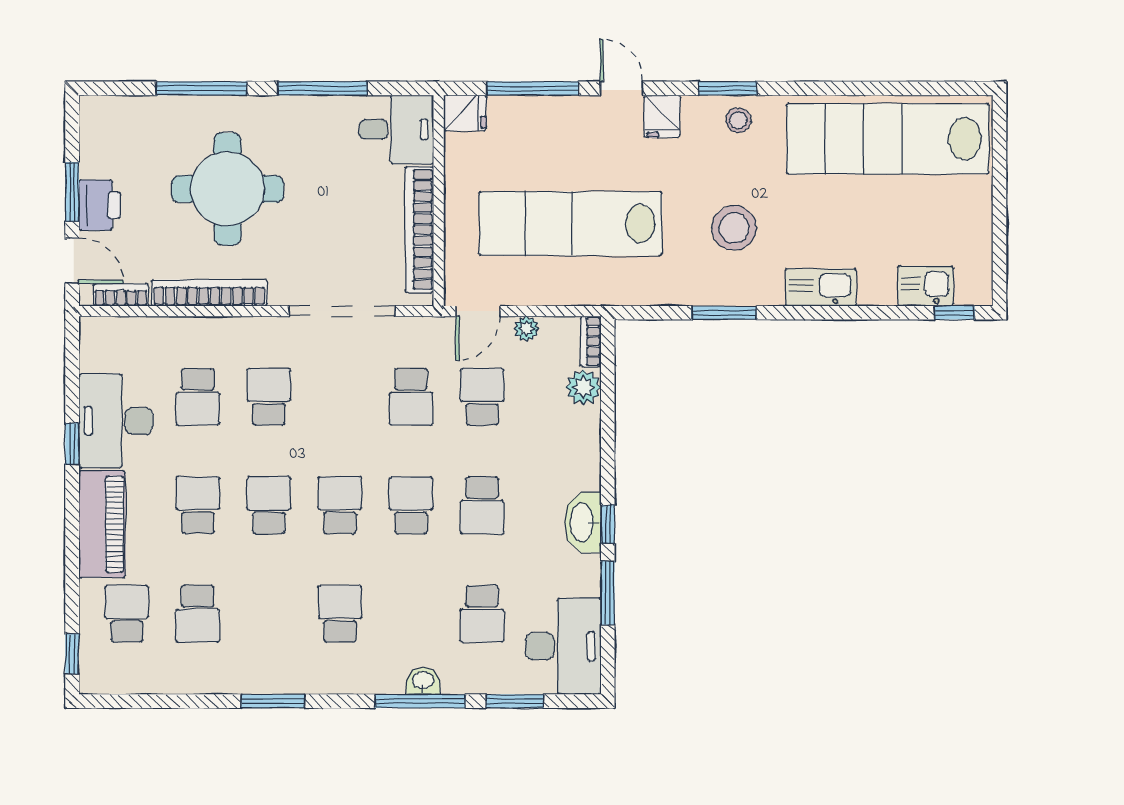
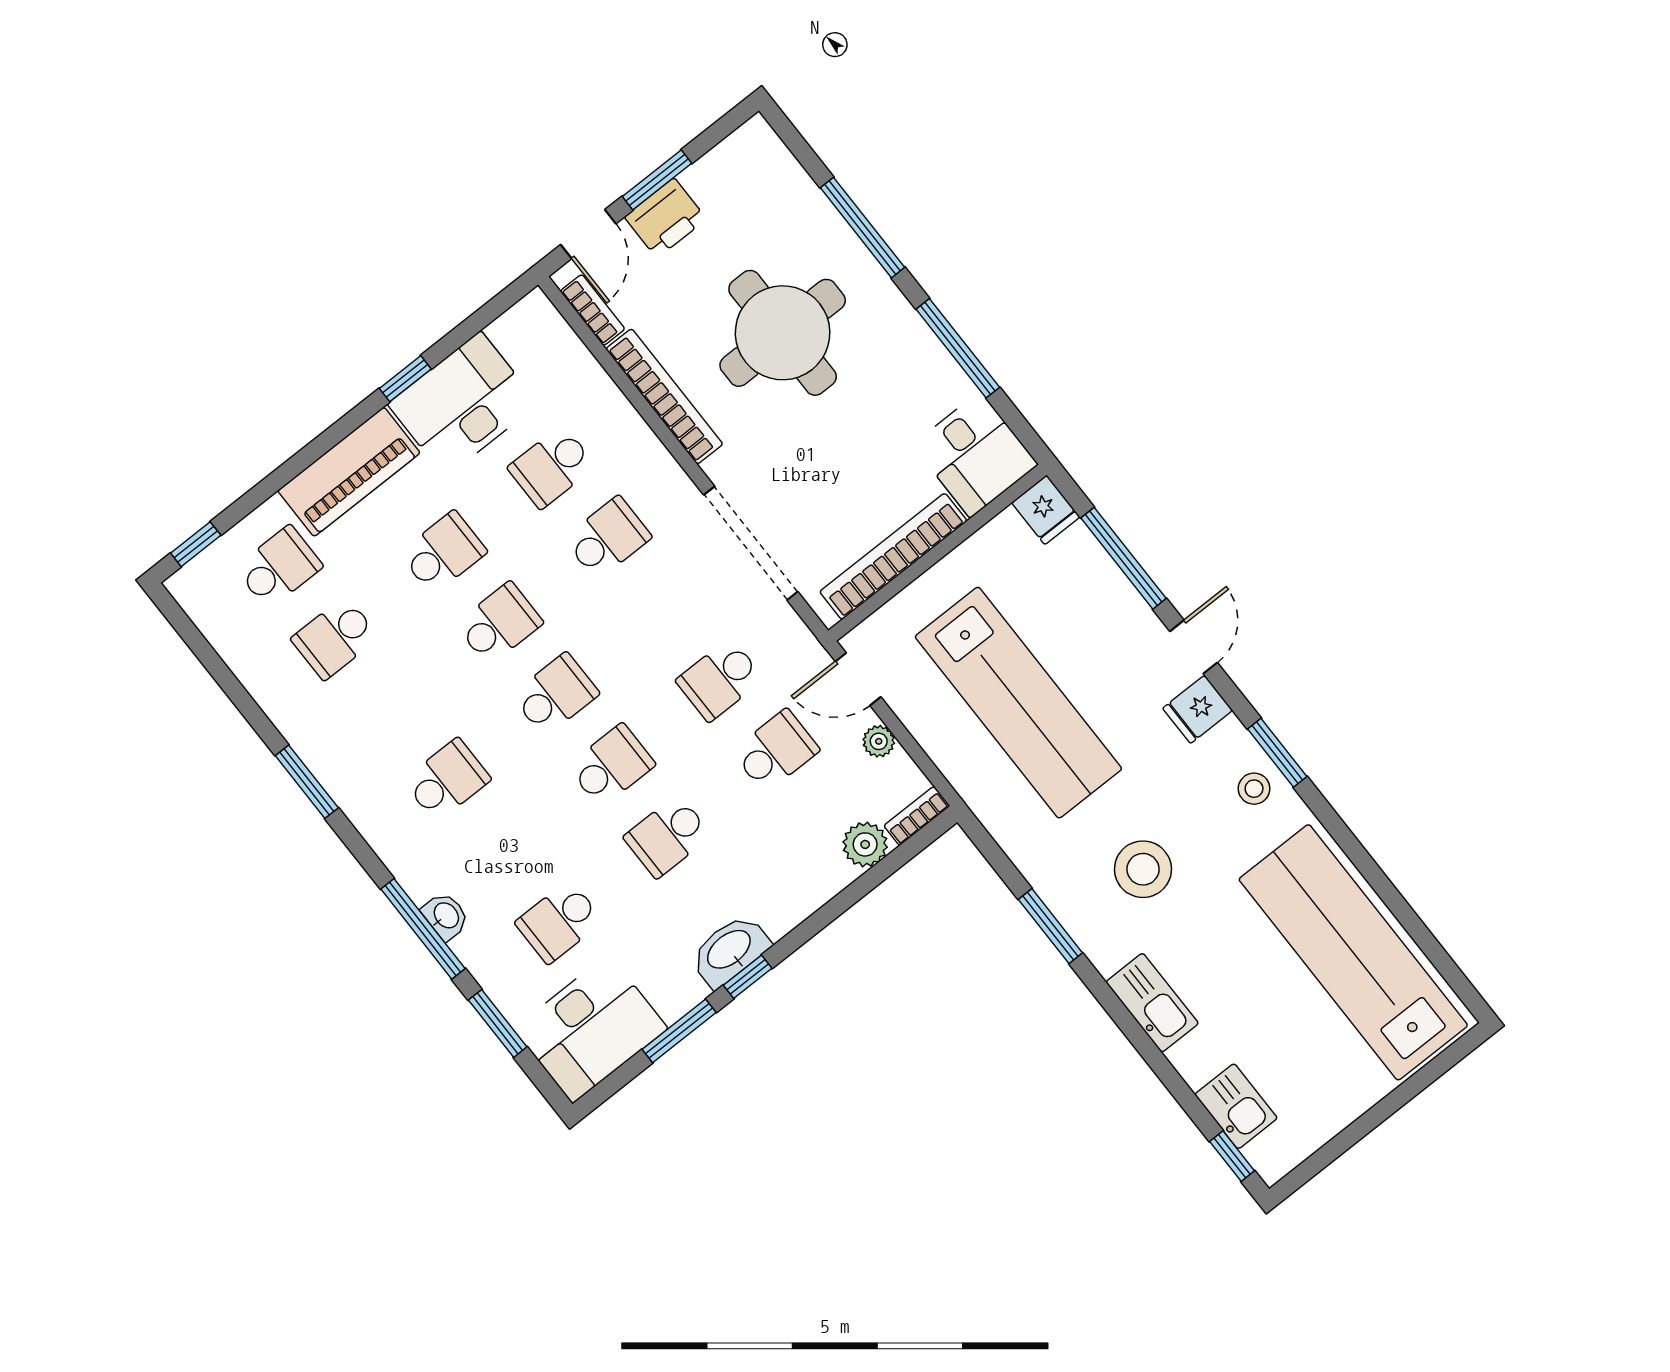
lab bench: (571, 224) -> (1018, 703), turned 180

